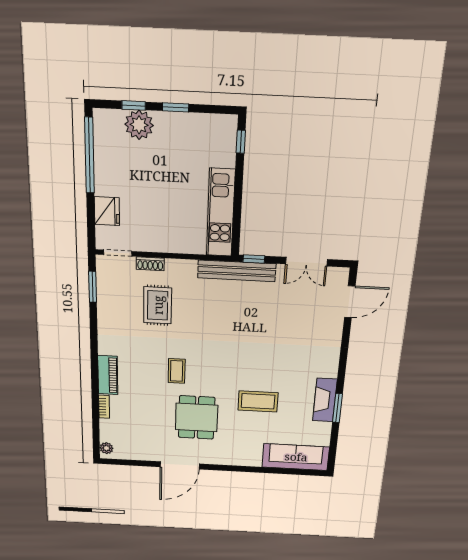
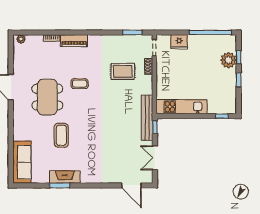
dining table: (197, 417) -> (47, 97), width x1.38

